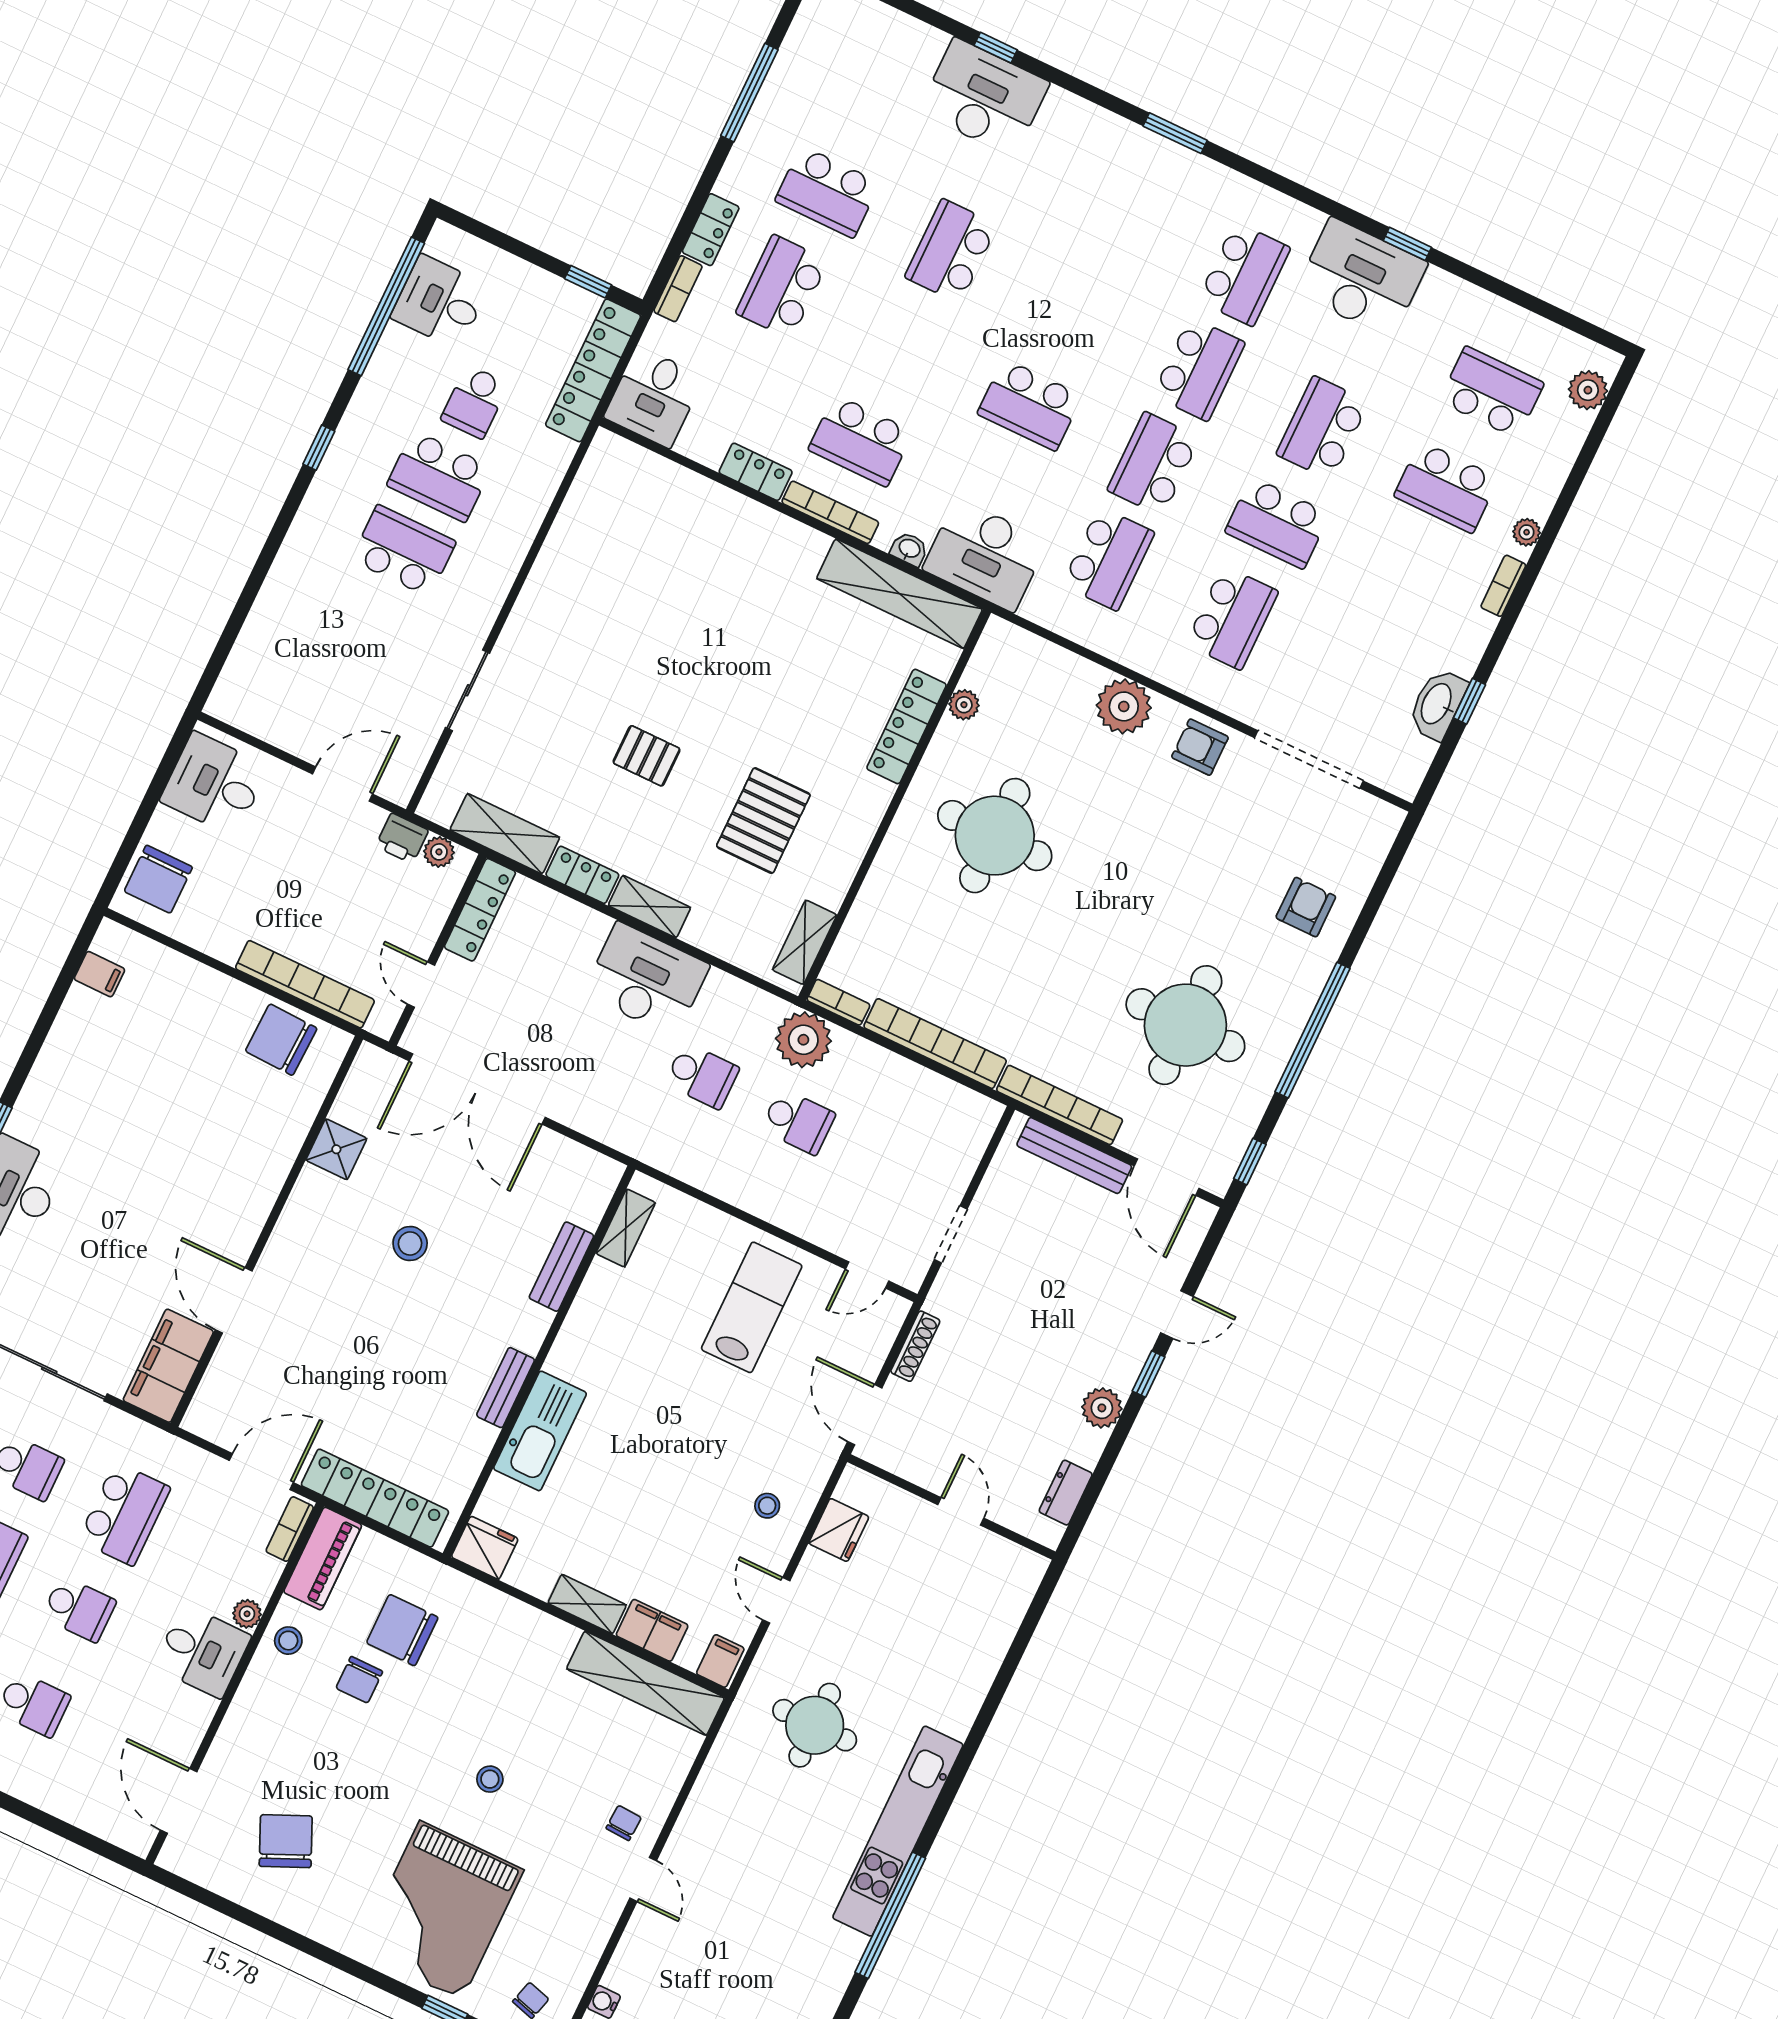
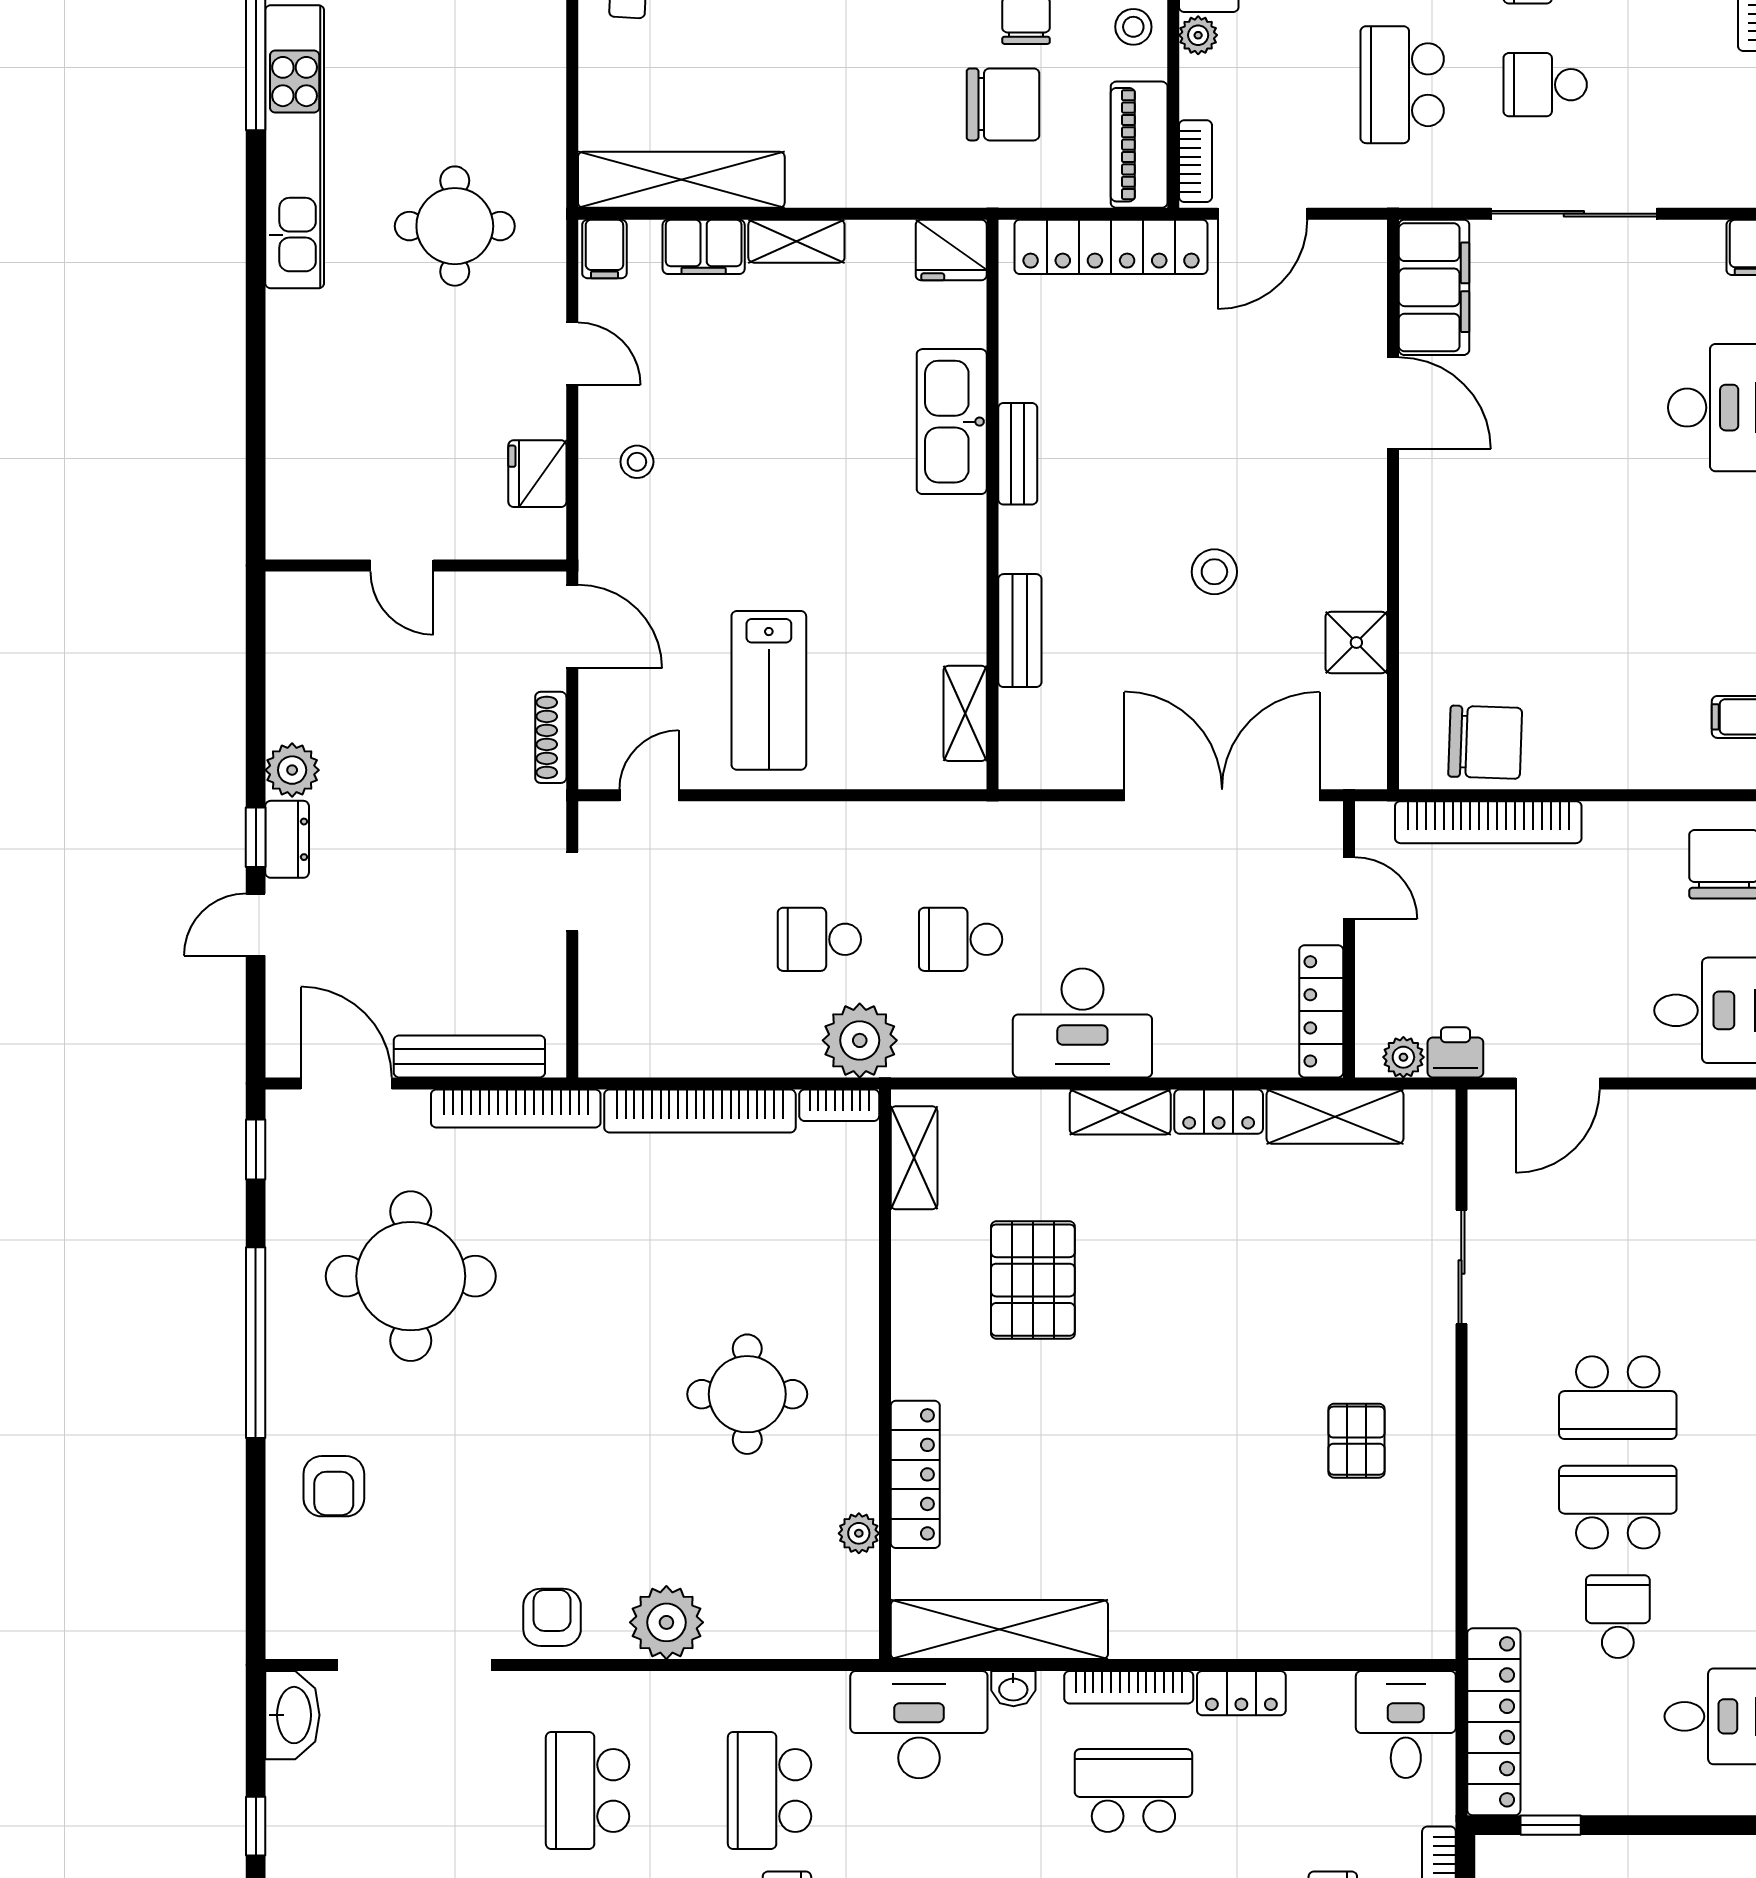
washbasin: (1437, 704) -> (292, 1715), moved
armchair: (1200, 747) -> (552, 1617), turned -90
pallet: (647, 756) -> (1357, 1441), moved, turned 90
round table: (995, 836) -> (747, 1394), width x0.73, depth x0.73
dresser: (1066, 1493) -> (287, 839), moved

